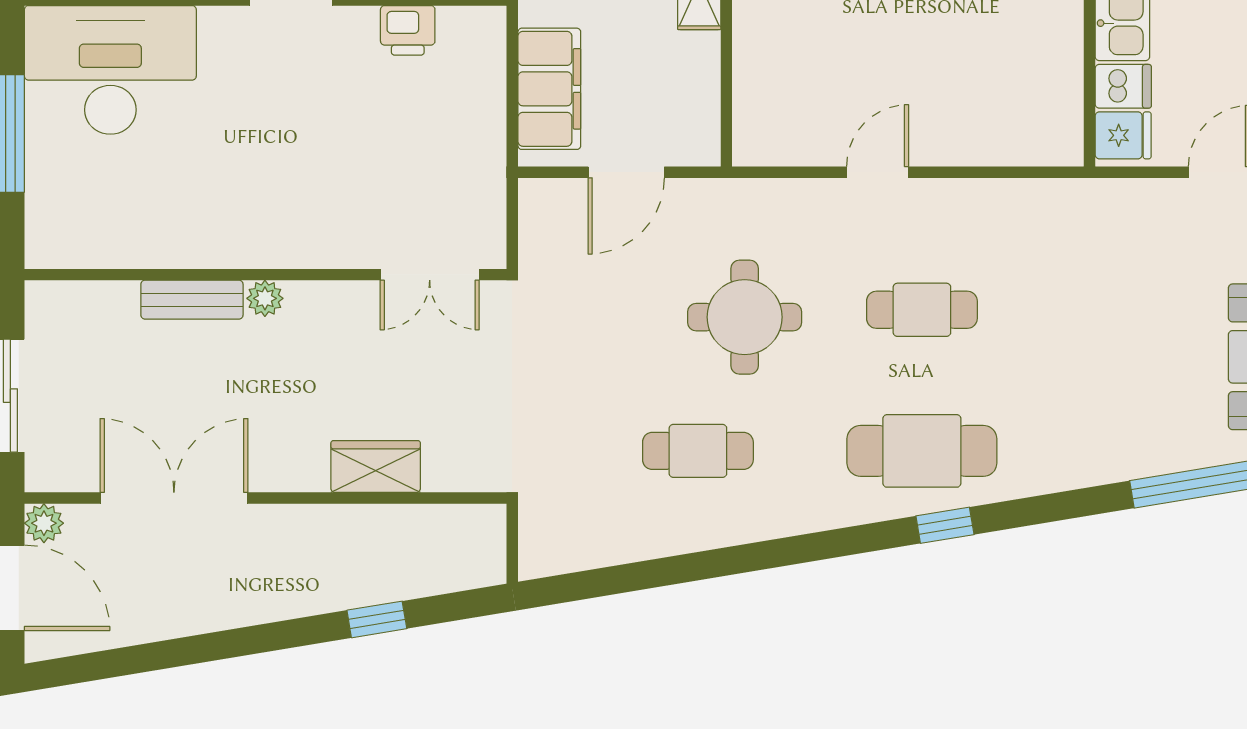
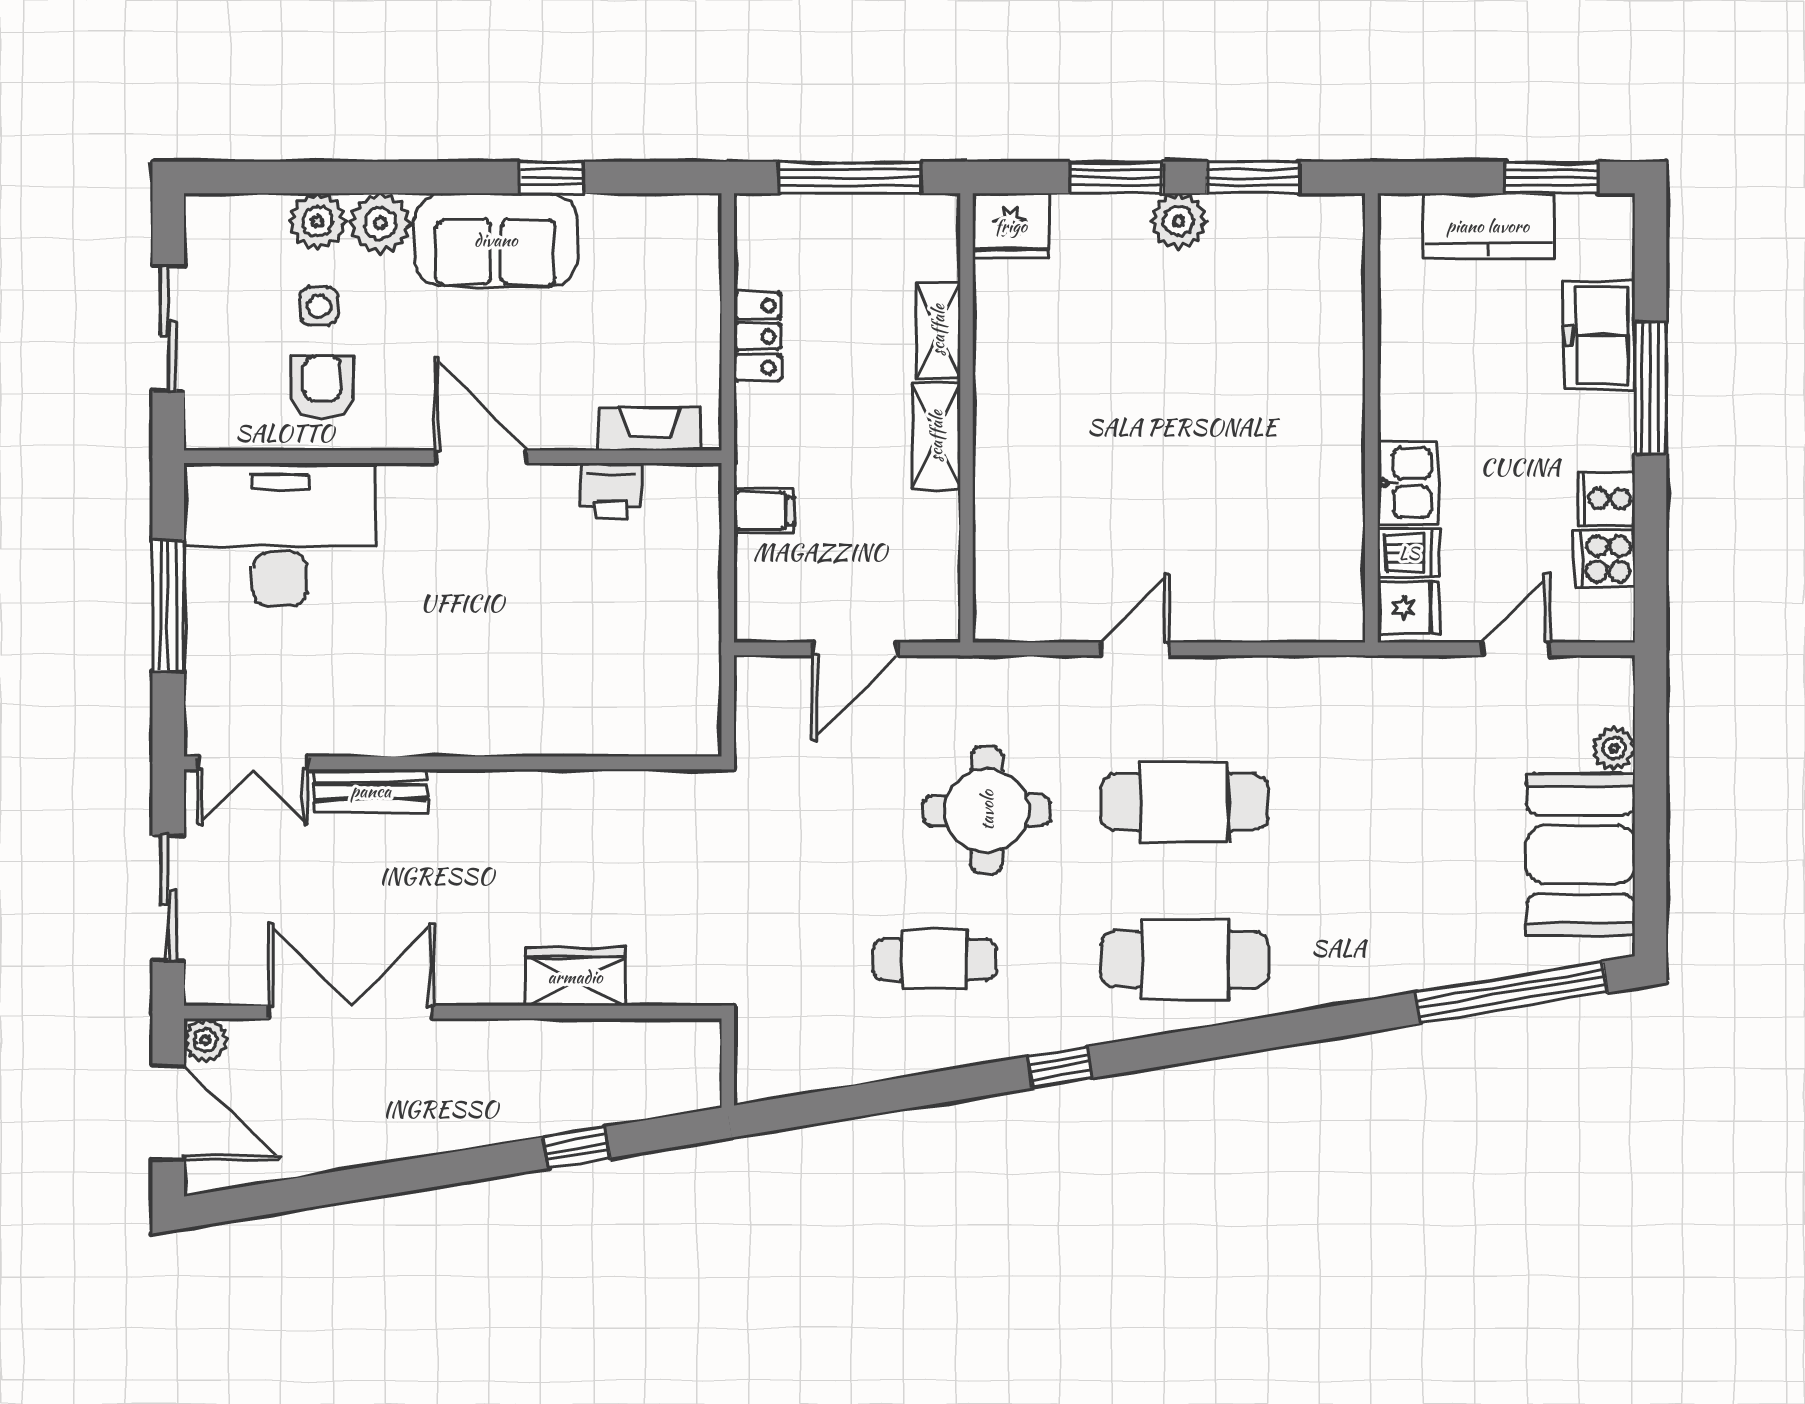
filing cabinet: (549, 89) -> (764, 511), width x0.33, depth x0.86
double door: (430, 275) -> (253, 763), moved
plant: (265, 298) -> (452, 789), removed
cafe table: (922, 310) -> (1184, 802), width x1.37, depth x1.35
window: (945, 525) -> (1060, 1067), moved

